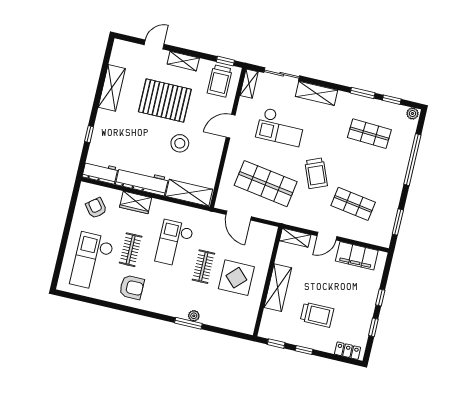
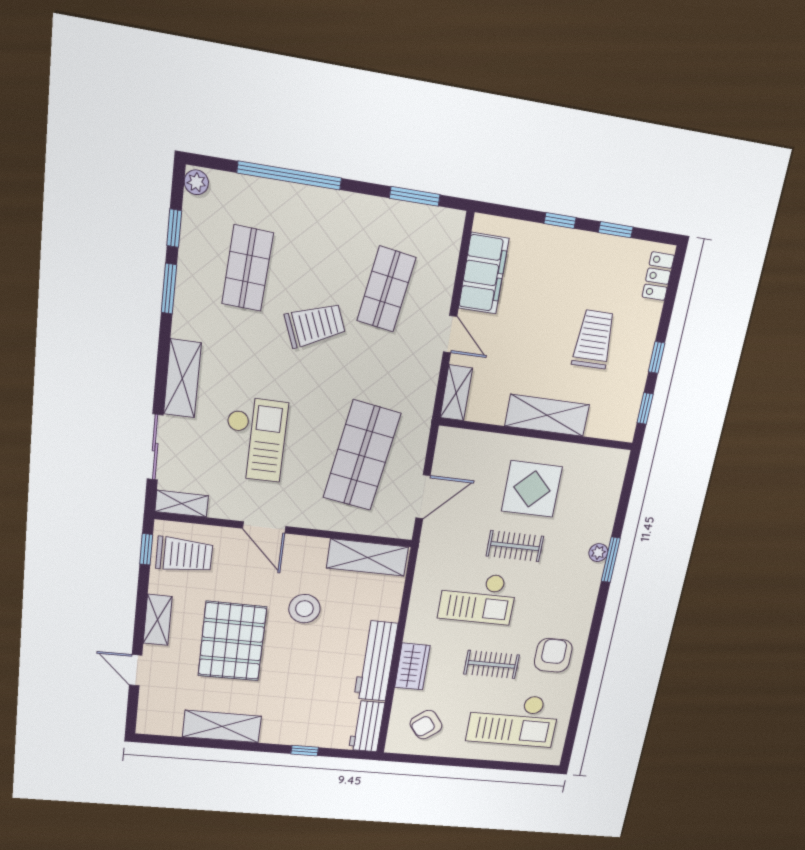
trolley: (316, 173) -> (315, 325), moved
shelving: (189, 193) -> (367, 557), moved, turned 90

